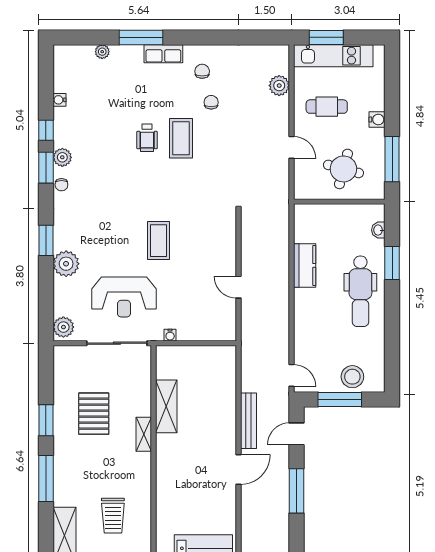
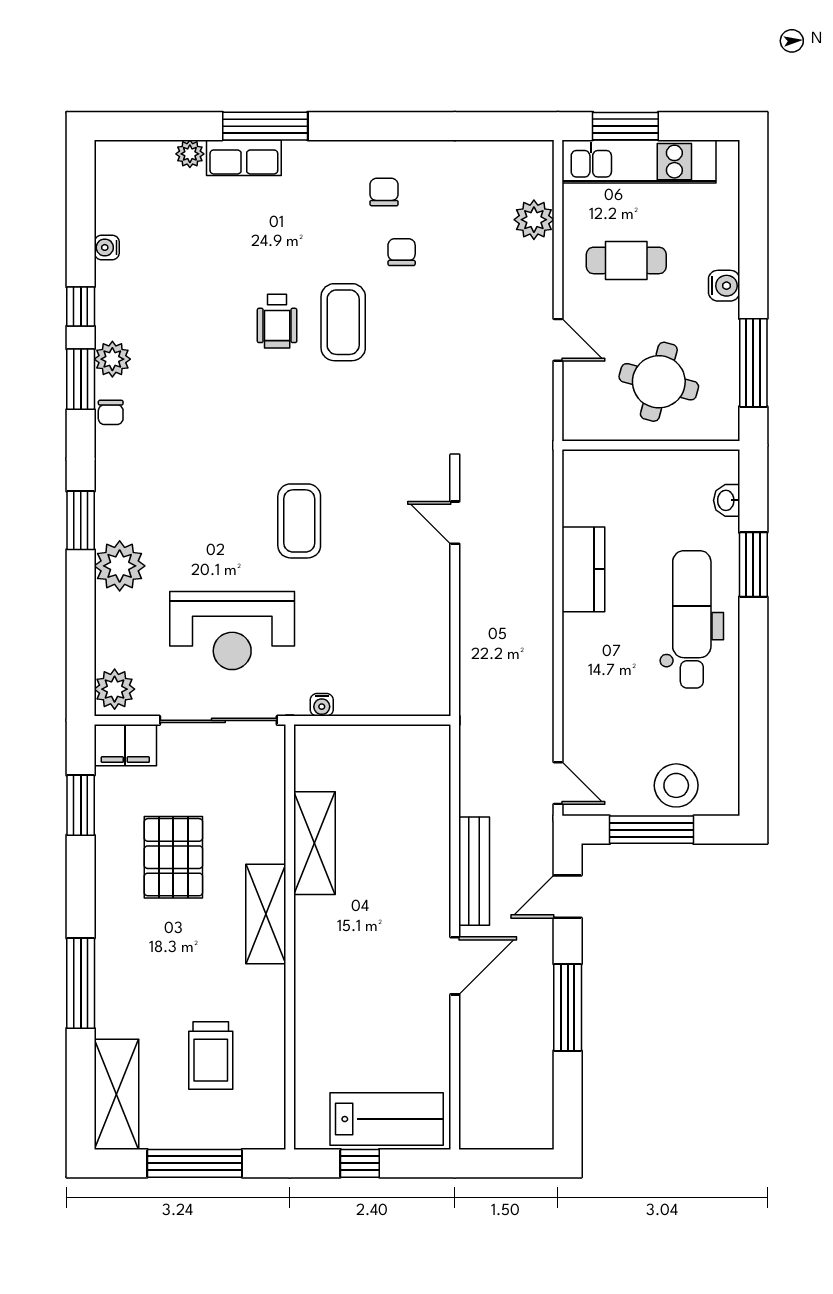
row of seats: (163, 54) -> (244, 158), moved
door: (238, 287) -> (455, 523), moved
dental chair: (360, 291) -> (692, 619), turned 180
filing cabinet: (69, 356) -> (125, 745), added
window: (46, 420) -> (81, 805), moved
shelving: (144, 434) -> (266, 914), width x1.50, depth x1.33

